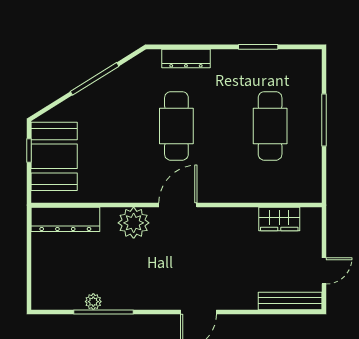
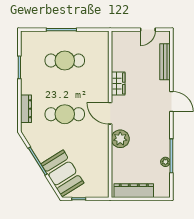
booth: (54, 156) -> (62, 173), moved, turned 58
dresser: (65, 219) -> (134, 191), moved, turned -90
wardrobe: (279, 219) -> (118, 83), moved
door: (324, 271) -> (148, 30), swing flipped
bench: (290, 301) -> (165, 62), moved

